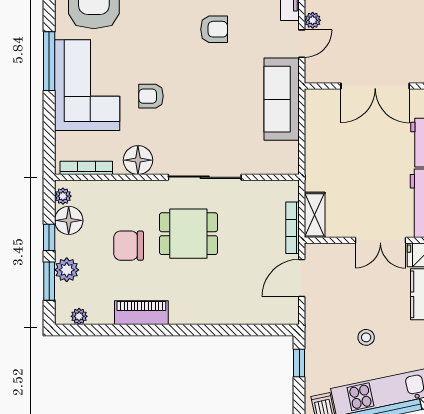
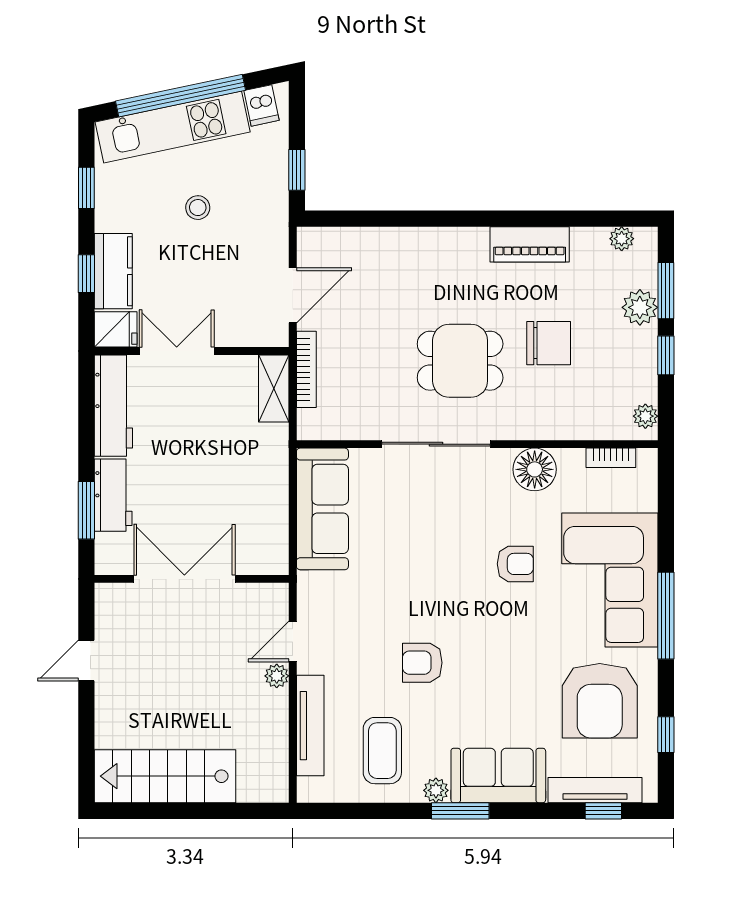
sofa: (282, 99) -> (322, 509), moved
bookcase: (86, 168) -> (611, 458), width x0.64
floor lamp: (69, 220) -> (637, 380), removed

